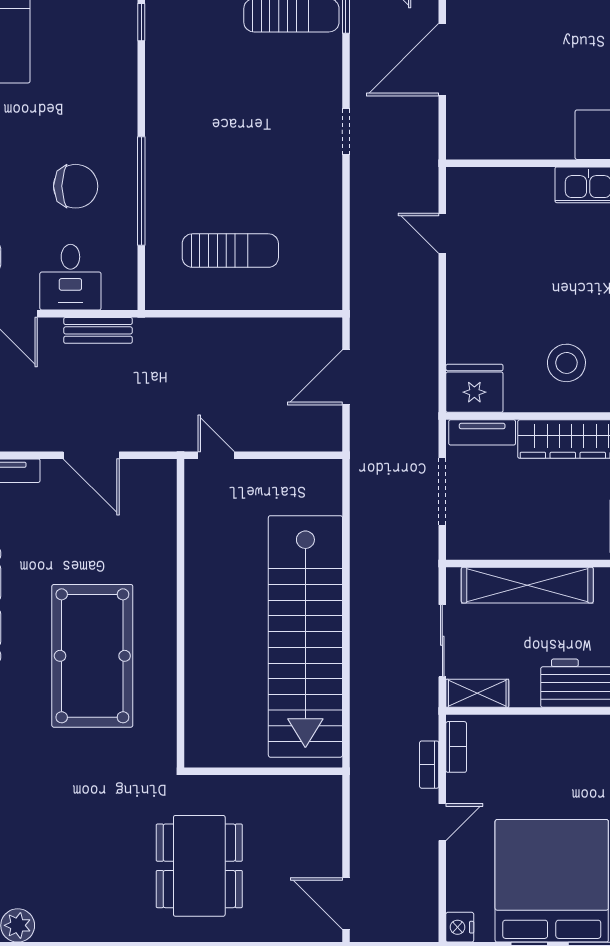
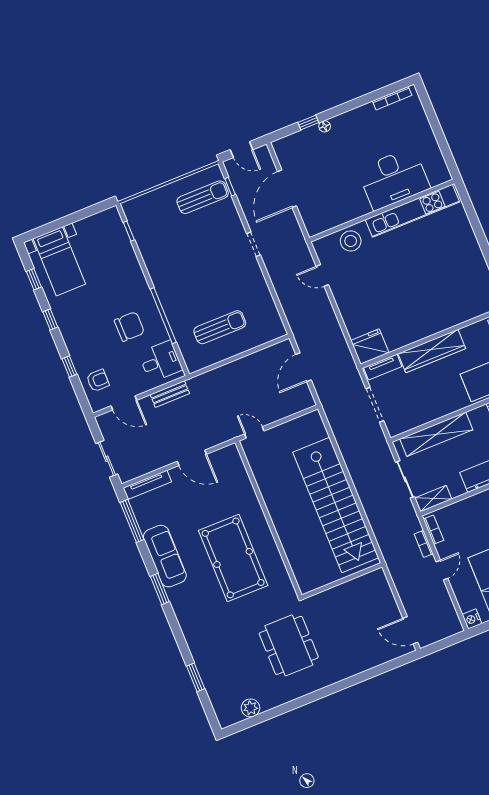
desk: (70, 277) -> (161, 361), moved, turned -90
stool: (566, 363) -> (351, 241), moved
dining table: (199, 866) -> (289, 645), moved

